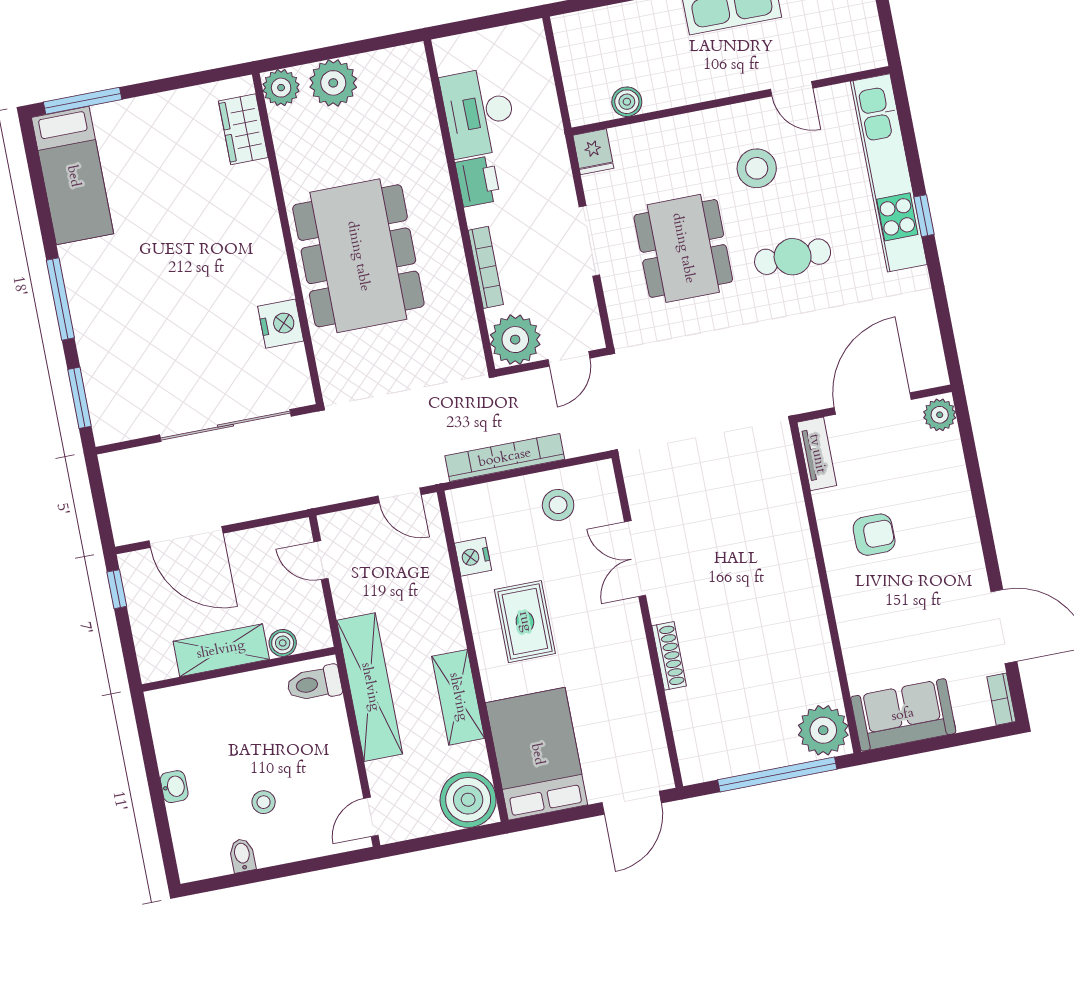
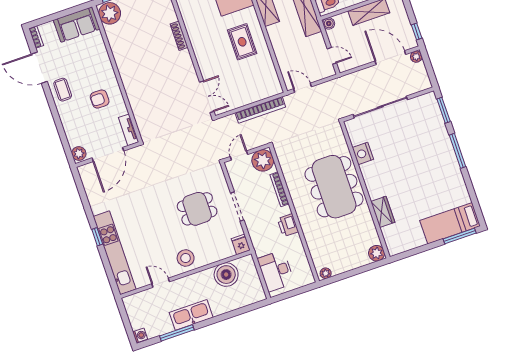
plant: (333, 83) -> (326, 273), moved, width x0.53, depth x0.53
boiler: (627, 102) -> (226, 275), width x1.86, depth x1.86
desk: (479, 112) -> (276, 271), moved, turned 180
wardrobe: (243, 129) -> (383, 212), moved
stool: (757, 168) -> (186, 258), moved
bed: (73, 176) -> (450, 223), moved, turned -90
dining table: (683, 248) -> (197, 209), width x0.73
cafe table: (793, 257) -> (150, 212), removed
stool: (558, 505) -> (235, 93), removed
plant: (126, 531) -> (416, 57), added
nightstand: (473, 557) -> (268, 66), removed
double door: (635, 559) -> (207, 97), moved
coffee table: (957, 568) -> (63, 90), added
boiler: (283, 643) -> (329, 23), moved

